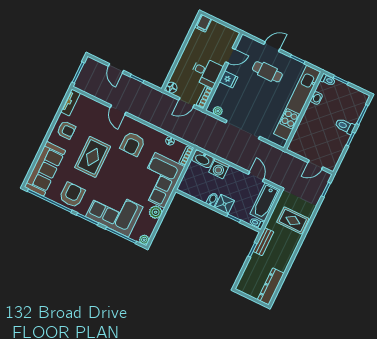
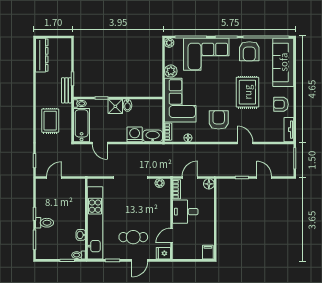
fridge: (229, 79) -> (163, 253), moved
rug: (293, 220) -> (50, 121), turned 90

